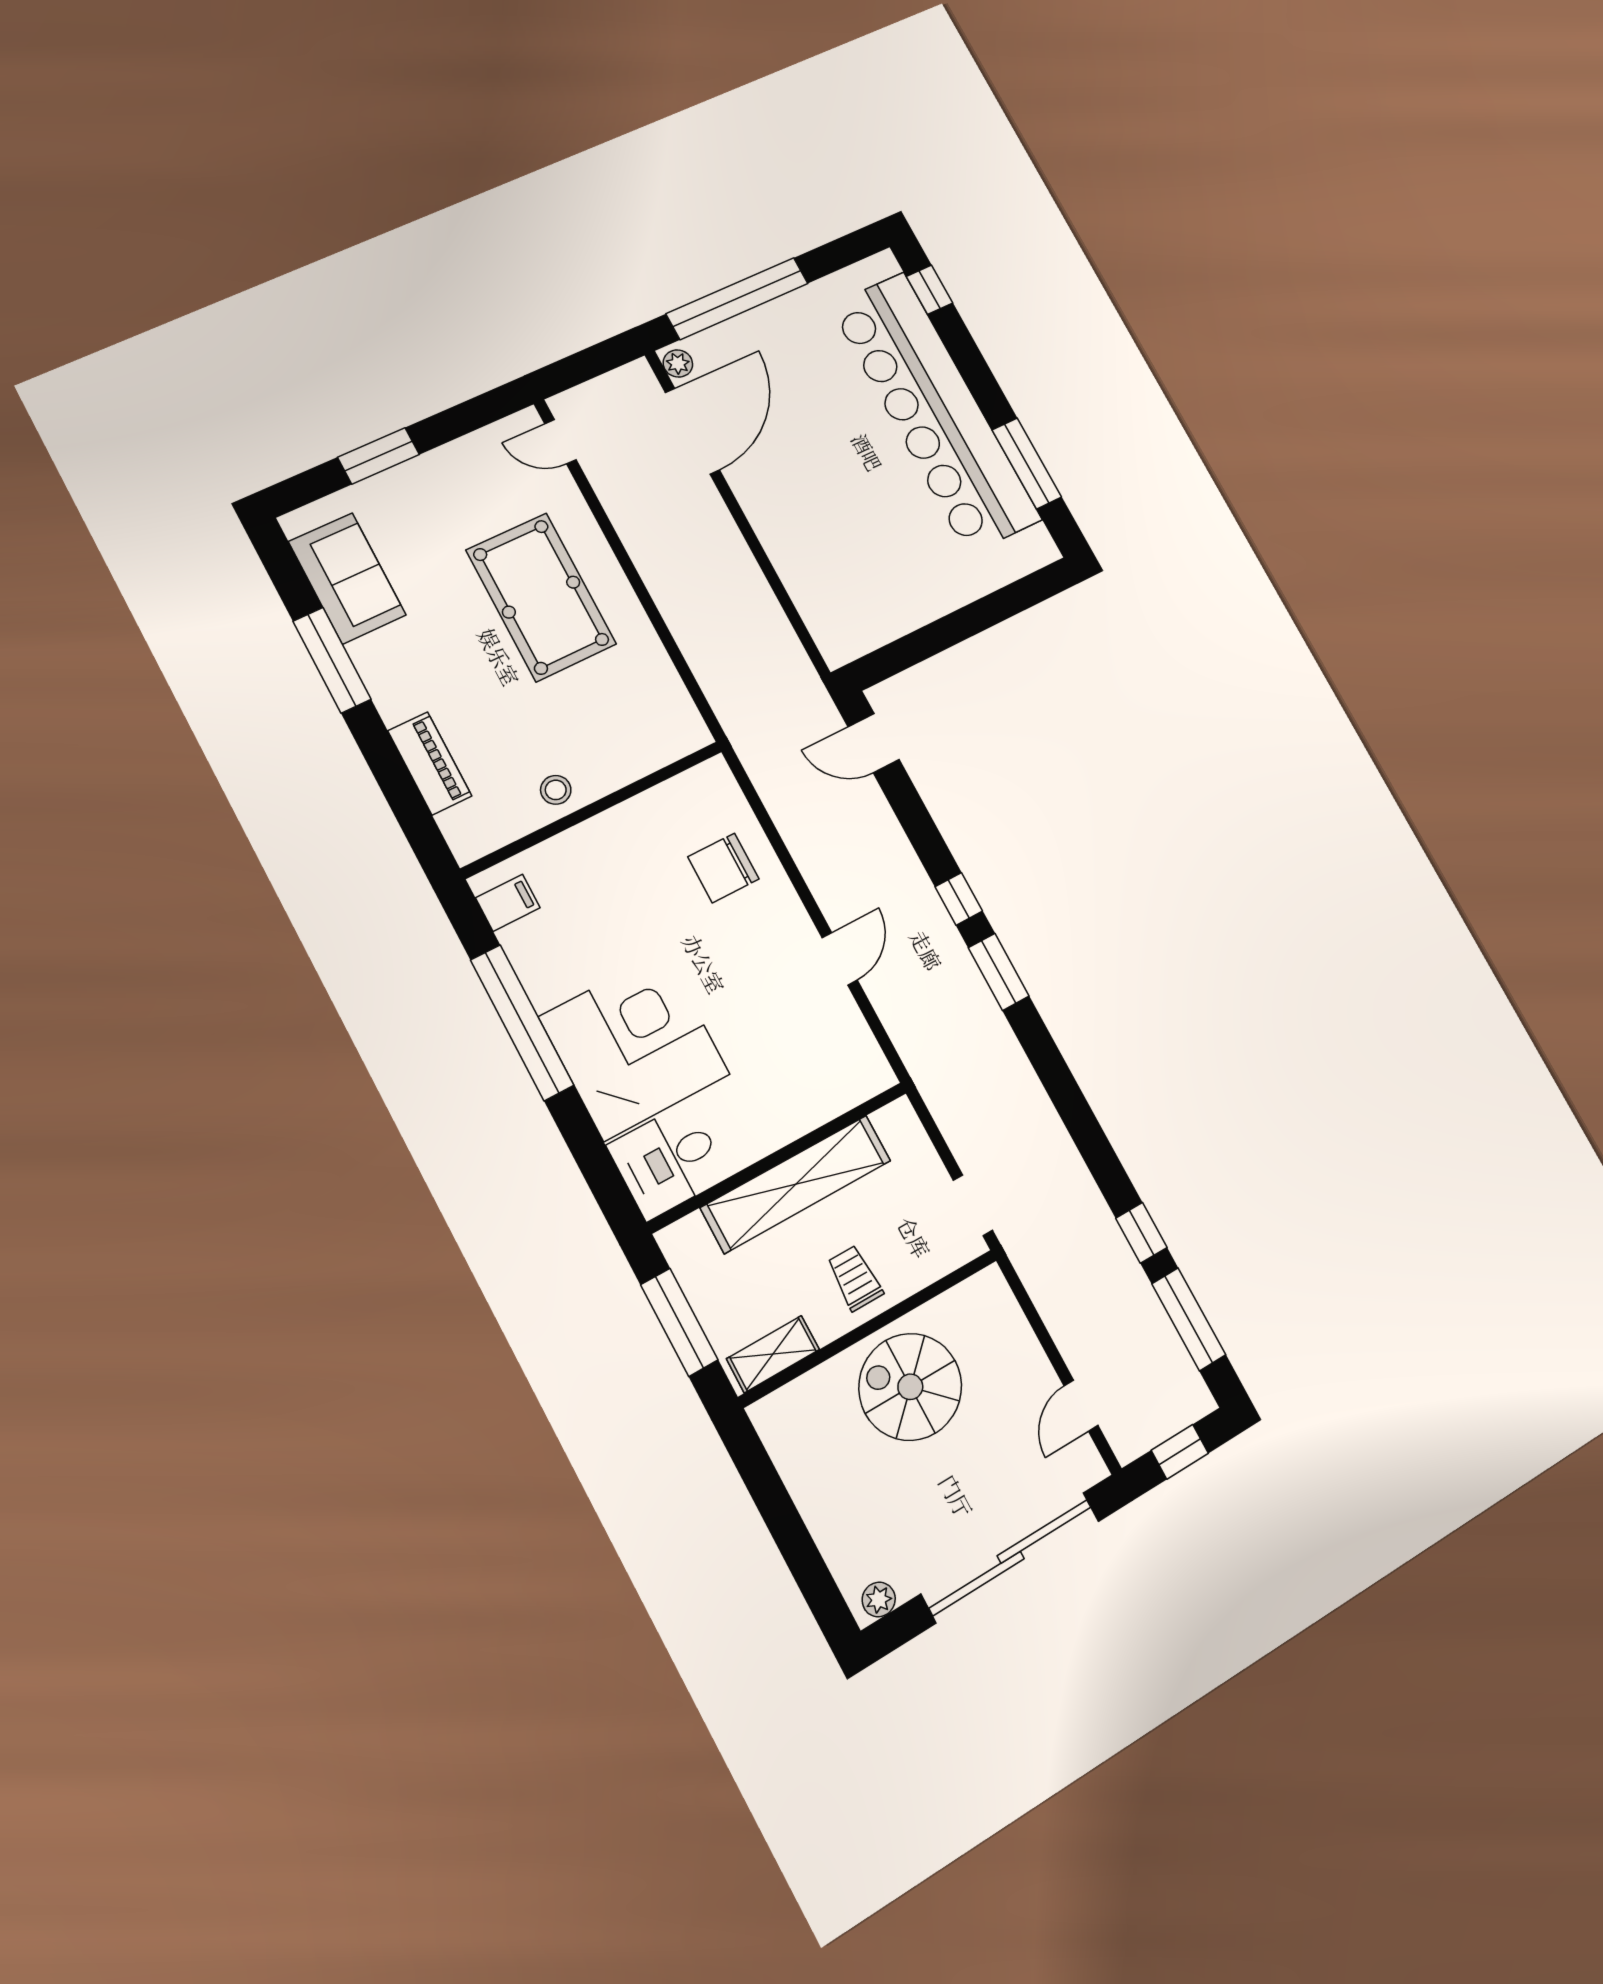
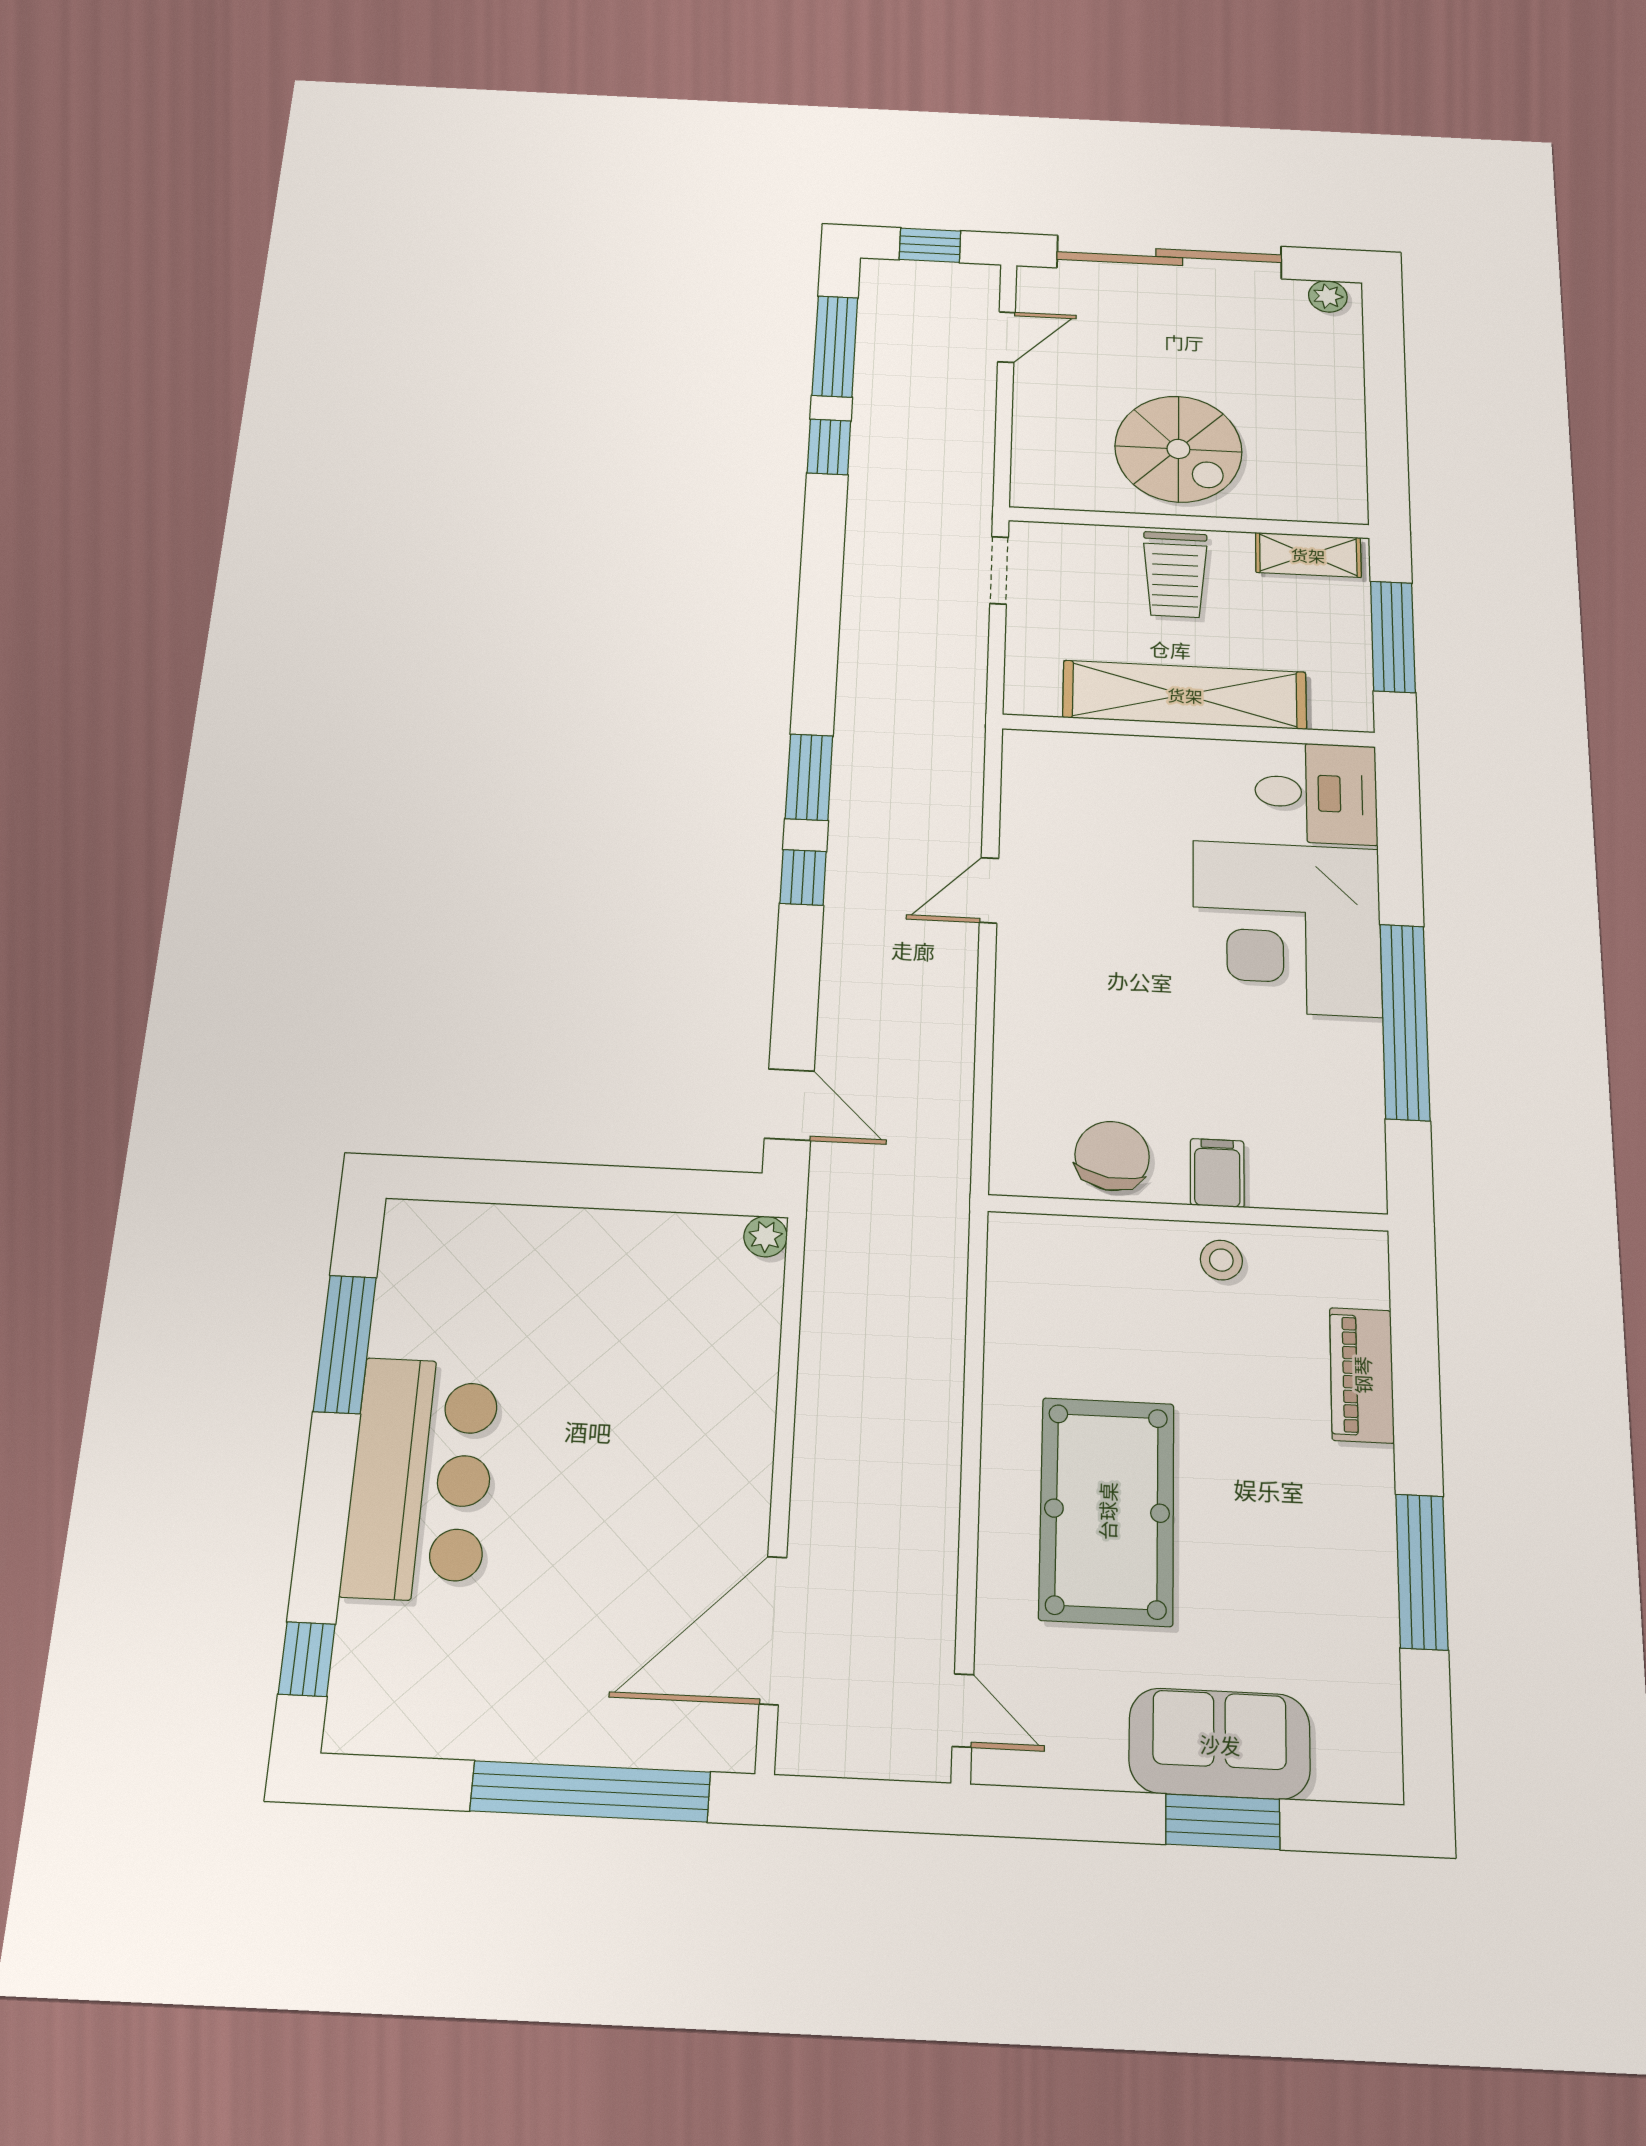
plant: (678, 364) -> (766, 1237), moved
bar counter: (935, 413) -> (421, 1479), width x0.54
sofa: (347, 578) -> (1220, 1744), moved, turned 90
chair: (723, 868) -> (1112, 1156), moved, turned -81
filing cabinet: (508, 903) -> (1217, 1173), moved, turned 90
trolley: (855, 1278) -> (1175, 574), width x1.36, depth x1.39

